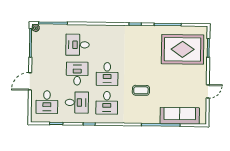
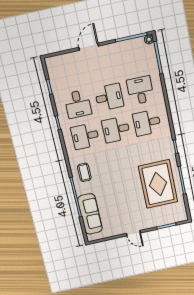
rug: (183, 49) -> (158, 184), moved
door: (30, 81) -> (89, 47), hinge flipped
coffee table: (141, 90) -> (84, 172), moved
door: (208, 91) -> (133, 233), moved
desk: (47, 102) -> (147, 123), moved

